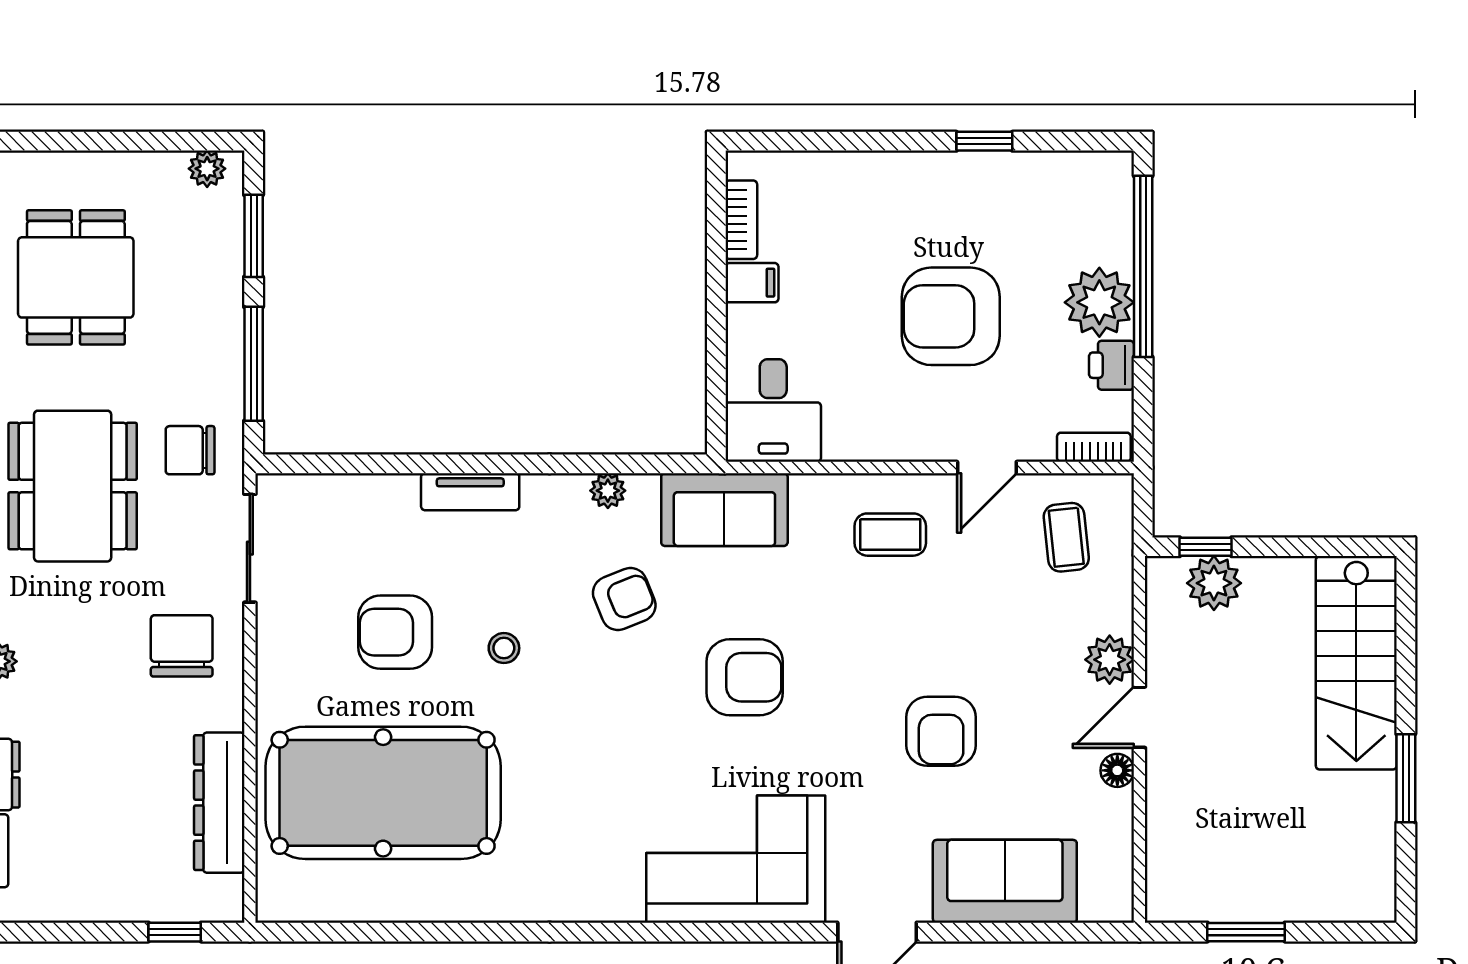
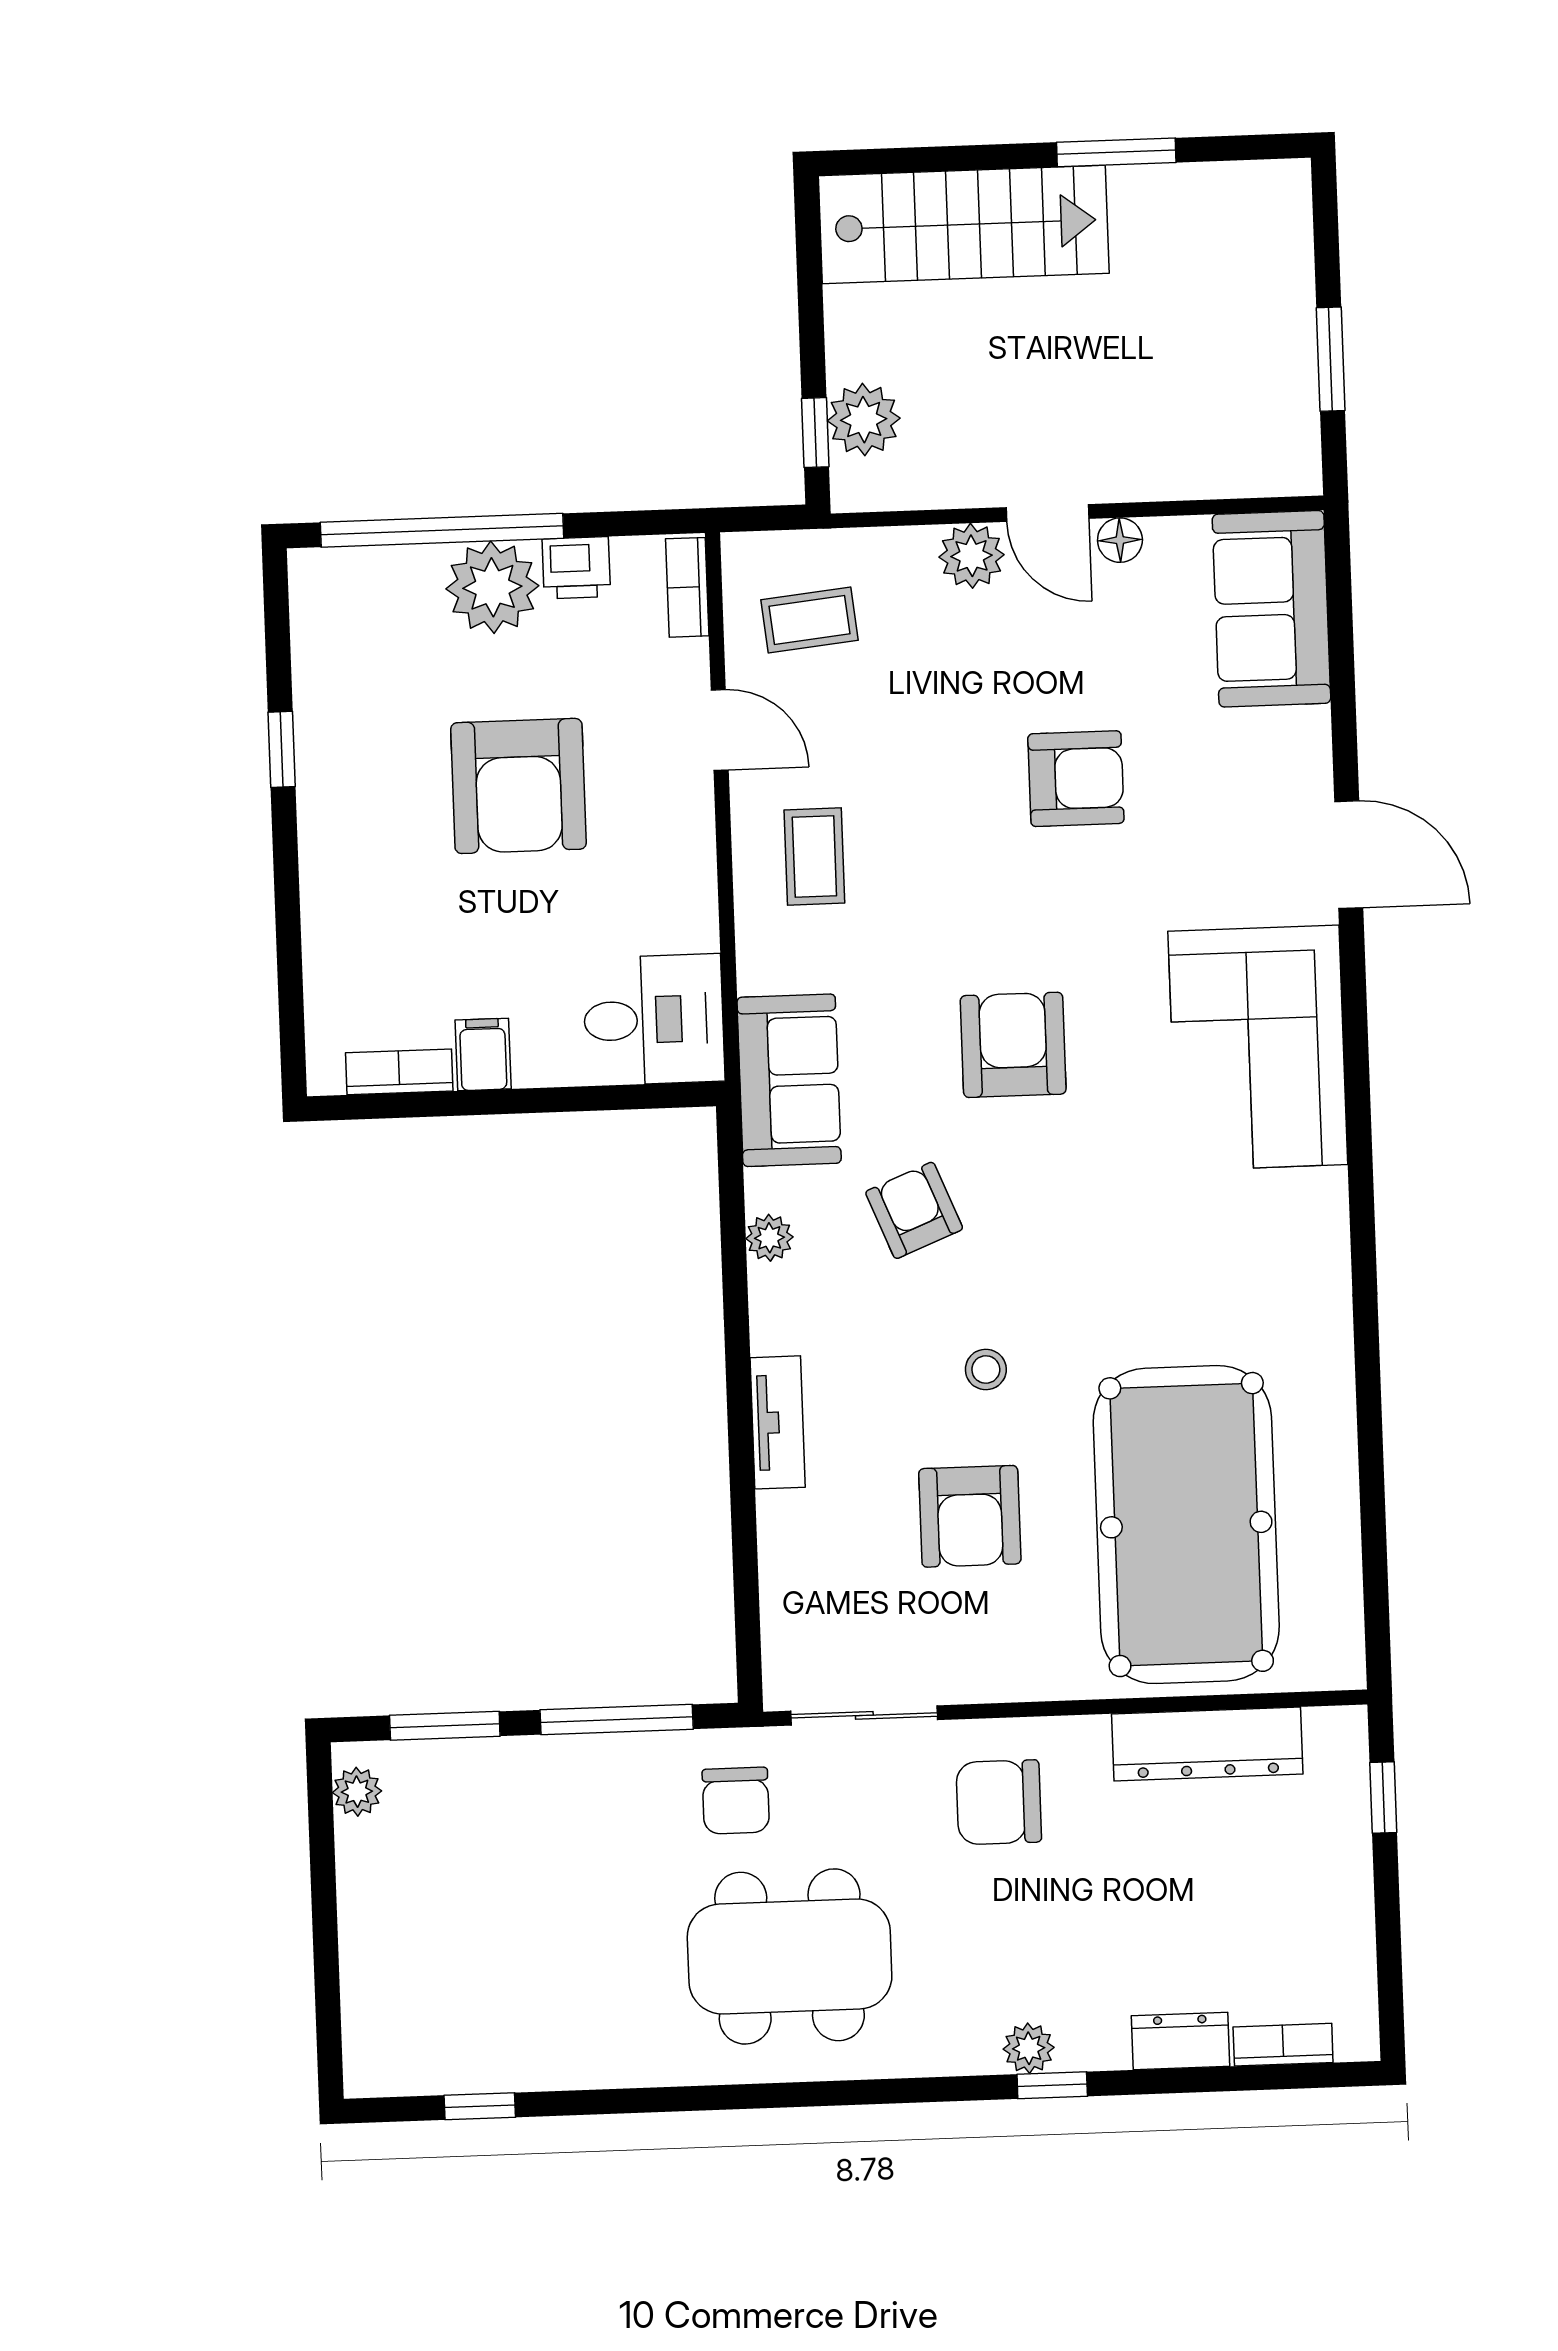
dining table: (76, 277) -> (509, 1962), removed
sofa: (1005, 881) -> (1271, 609), moved

